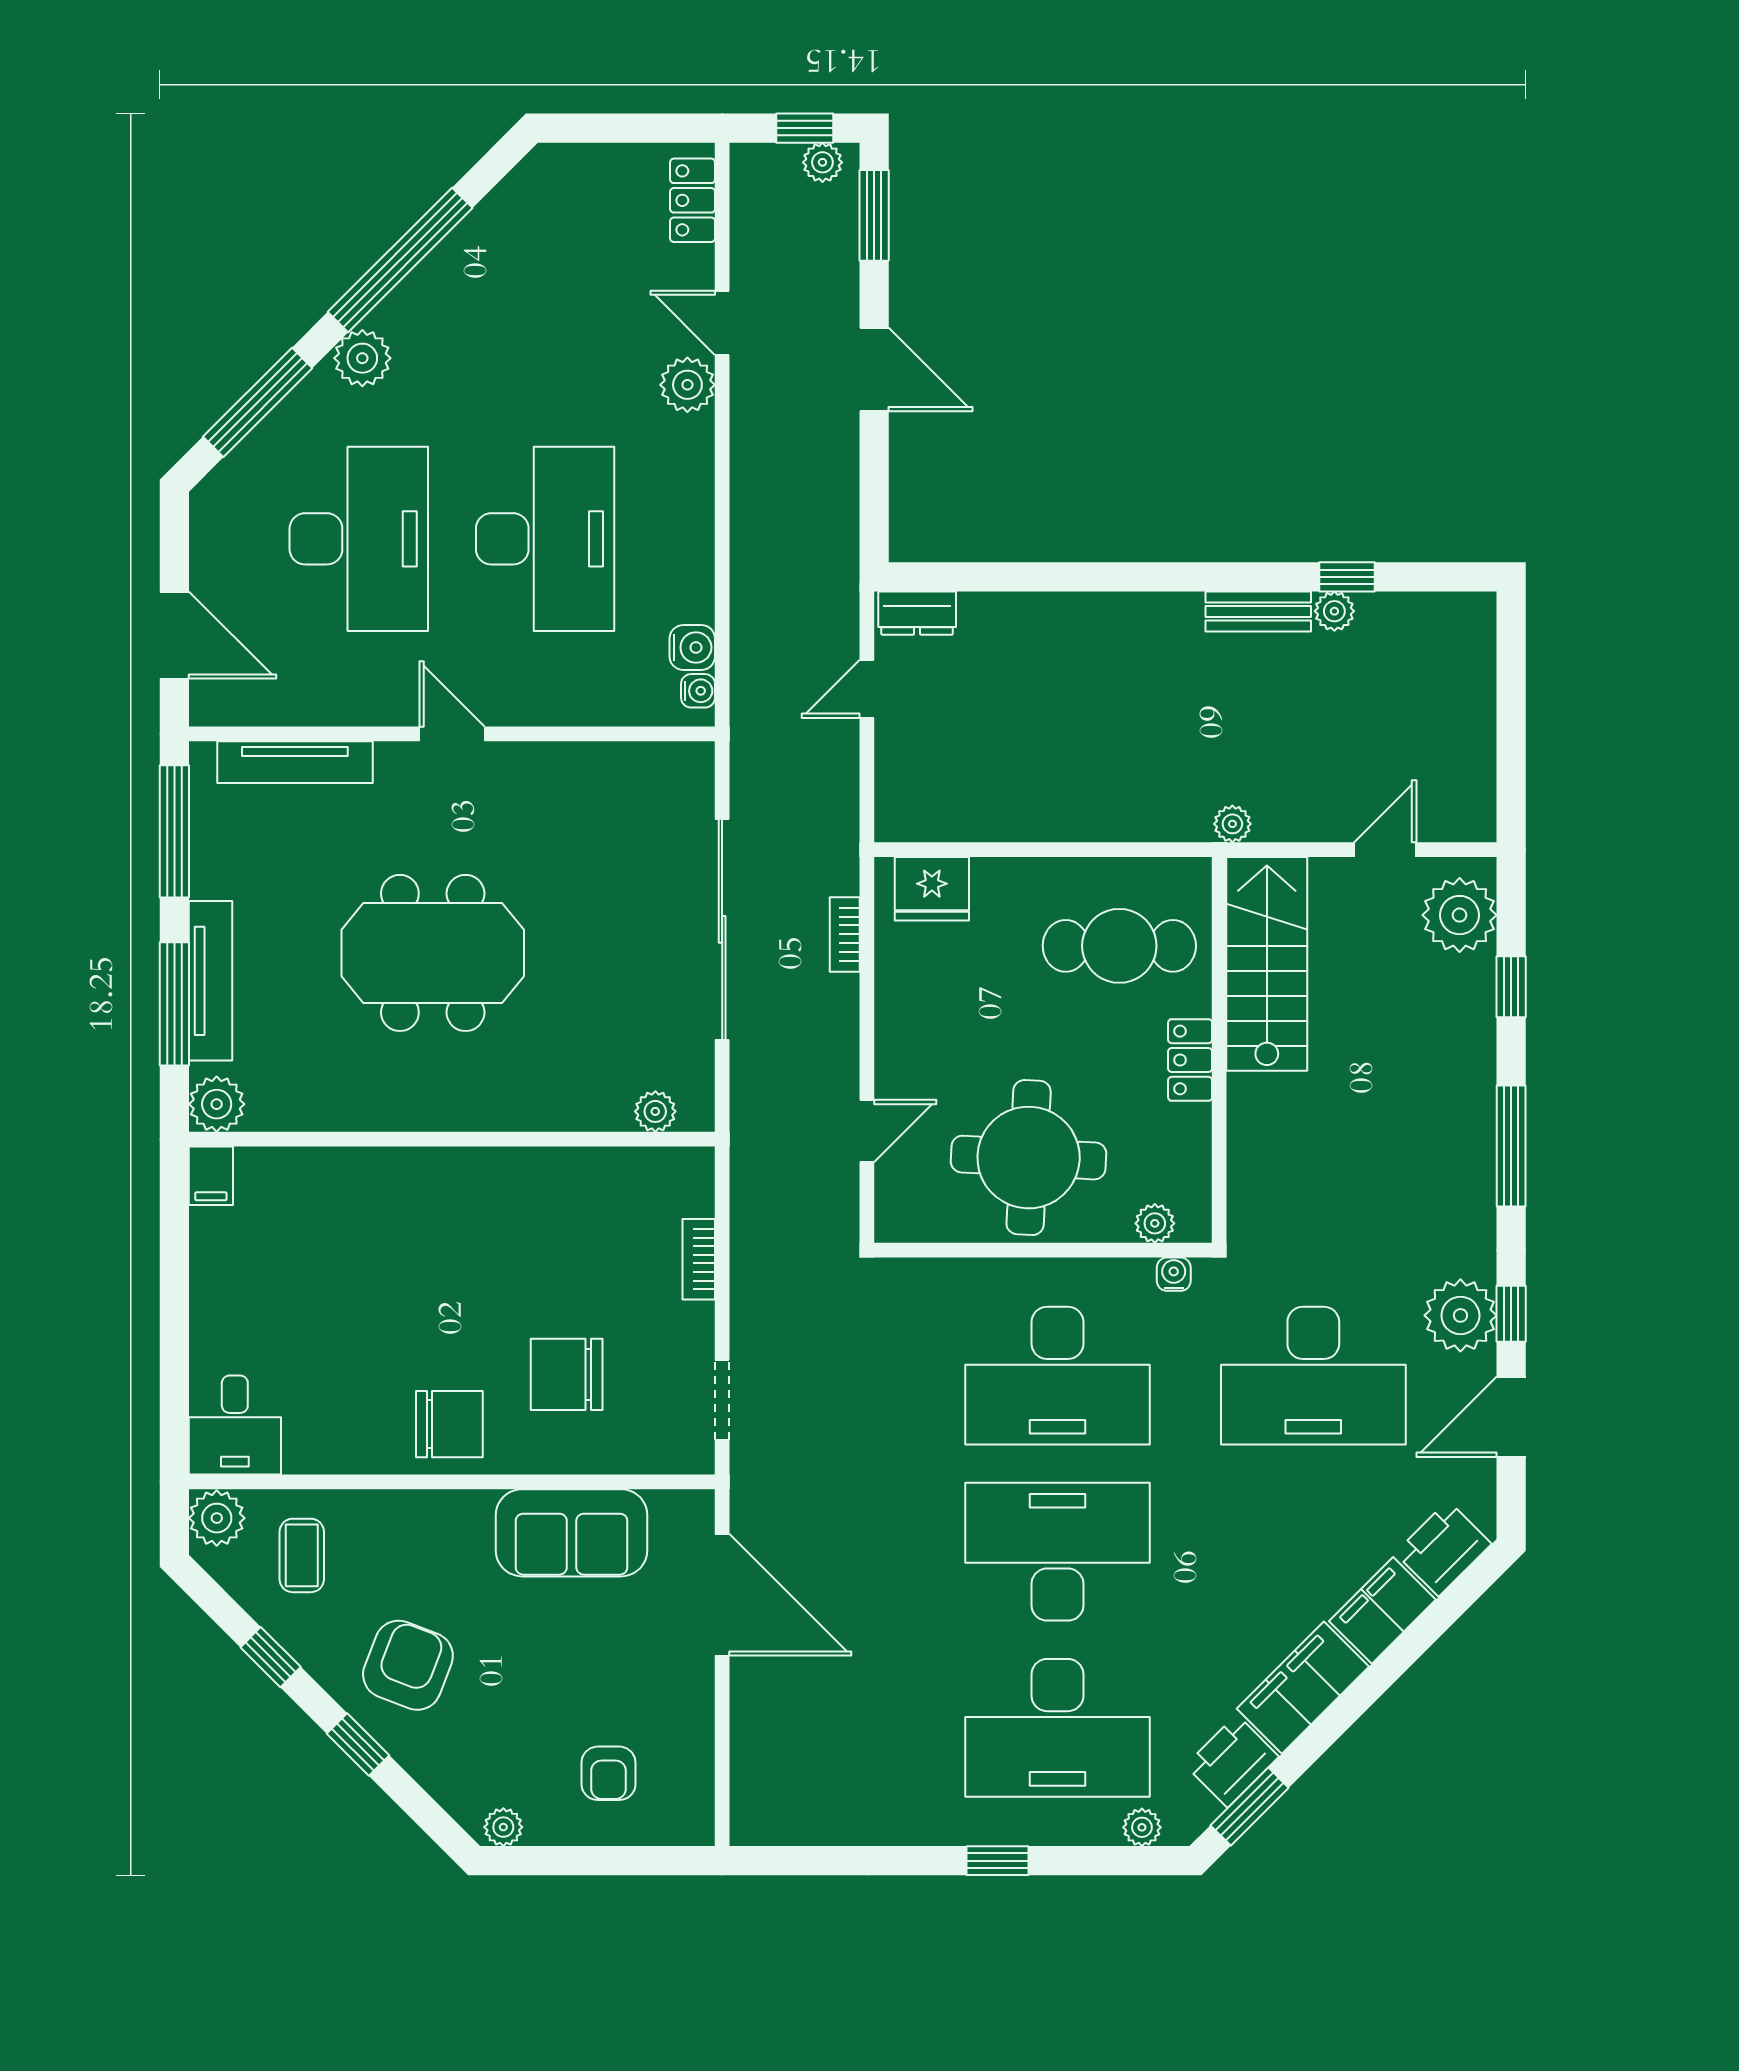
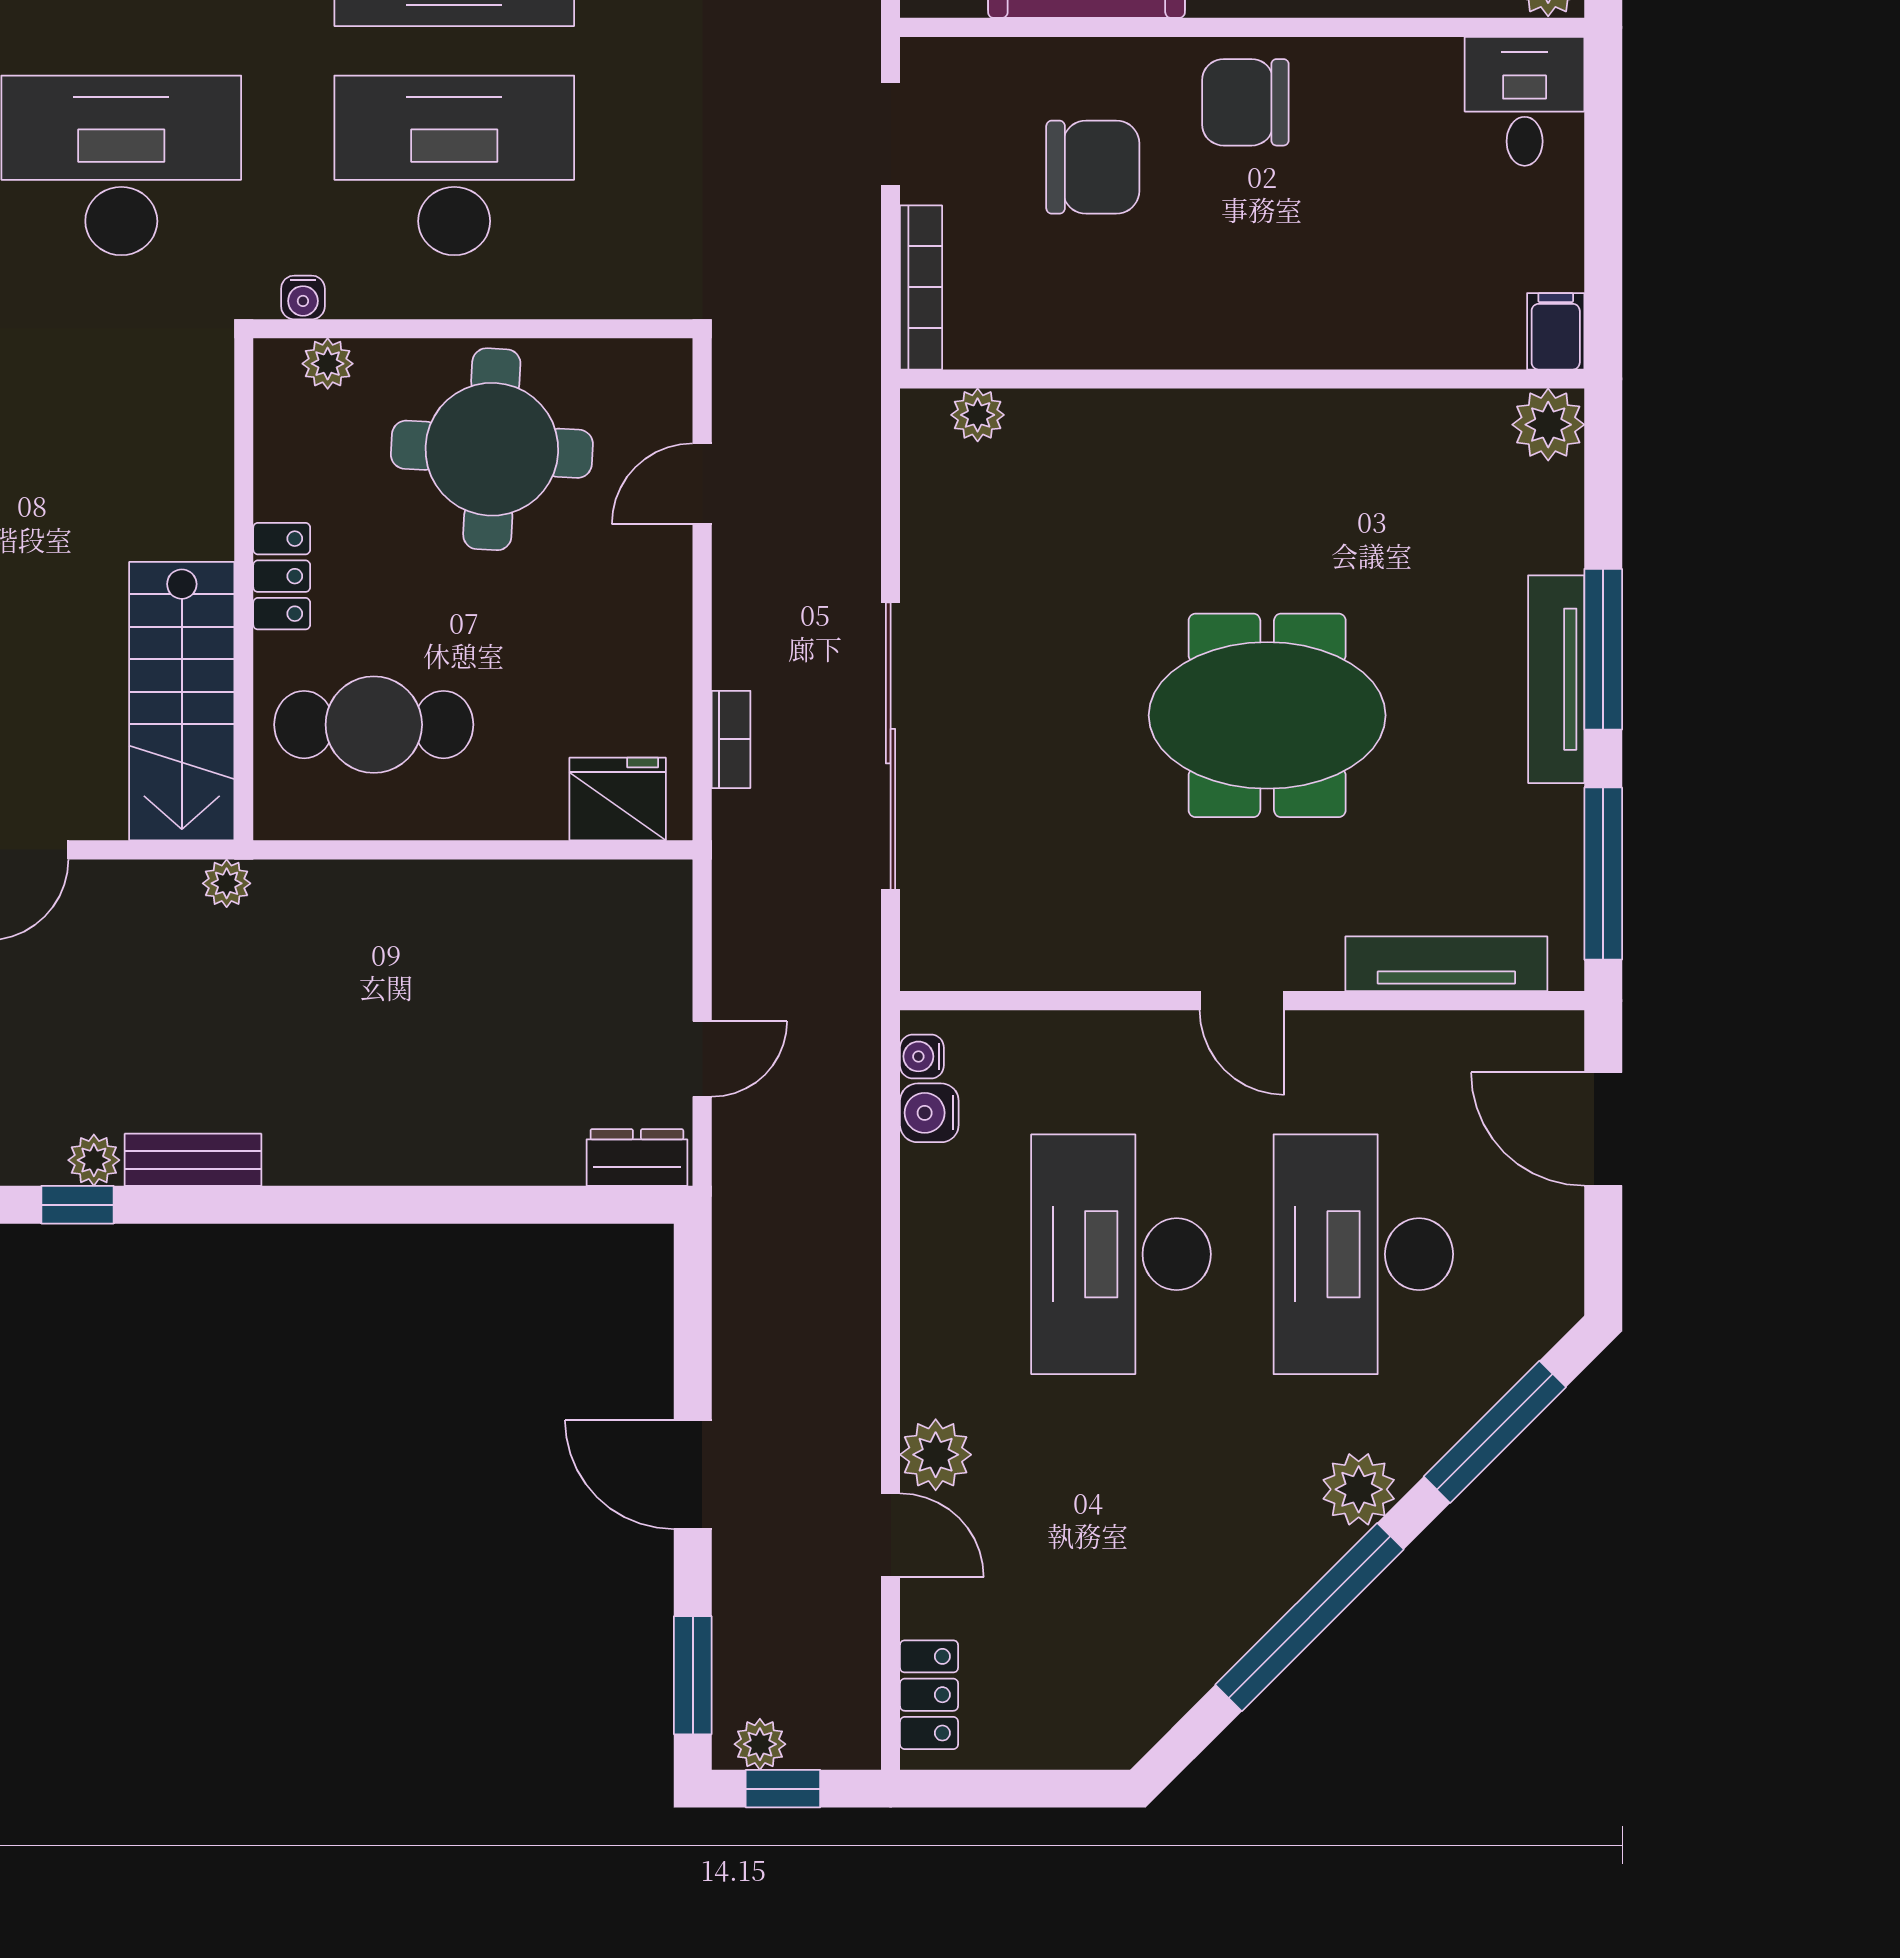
plant: (217, 1104) -> (1548, 425), moved
plant: (655, 1111) -> (978, 415), moved
wall: (452, 1139) -> (1242, 379), moved
filing cabinet: (211, 1176) -> (1556, 331), moved
bookcase: (699, 1259) -> (921, 287), width x1.56

